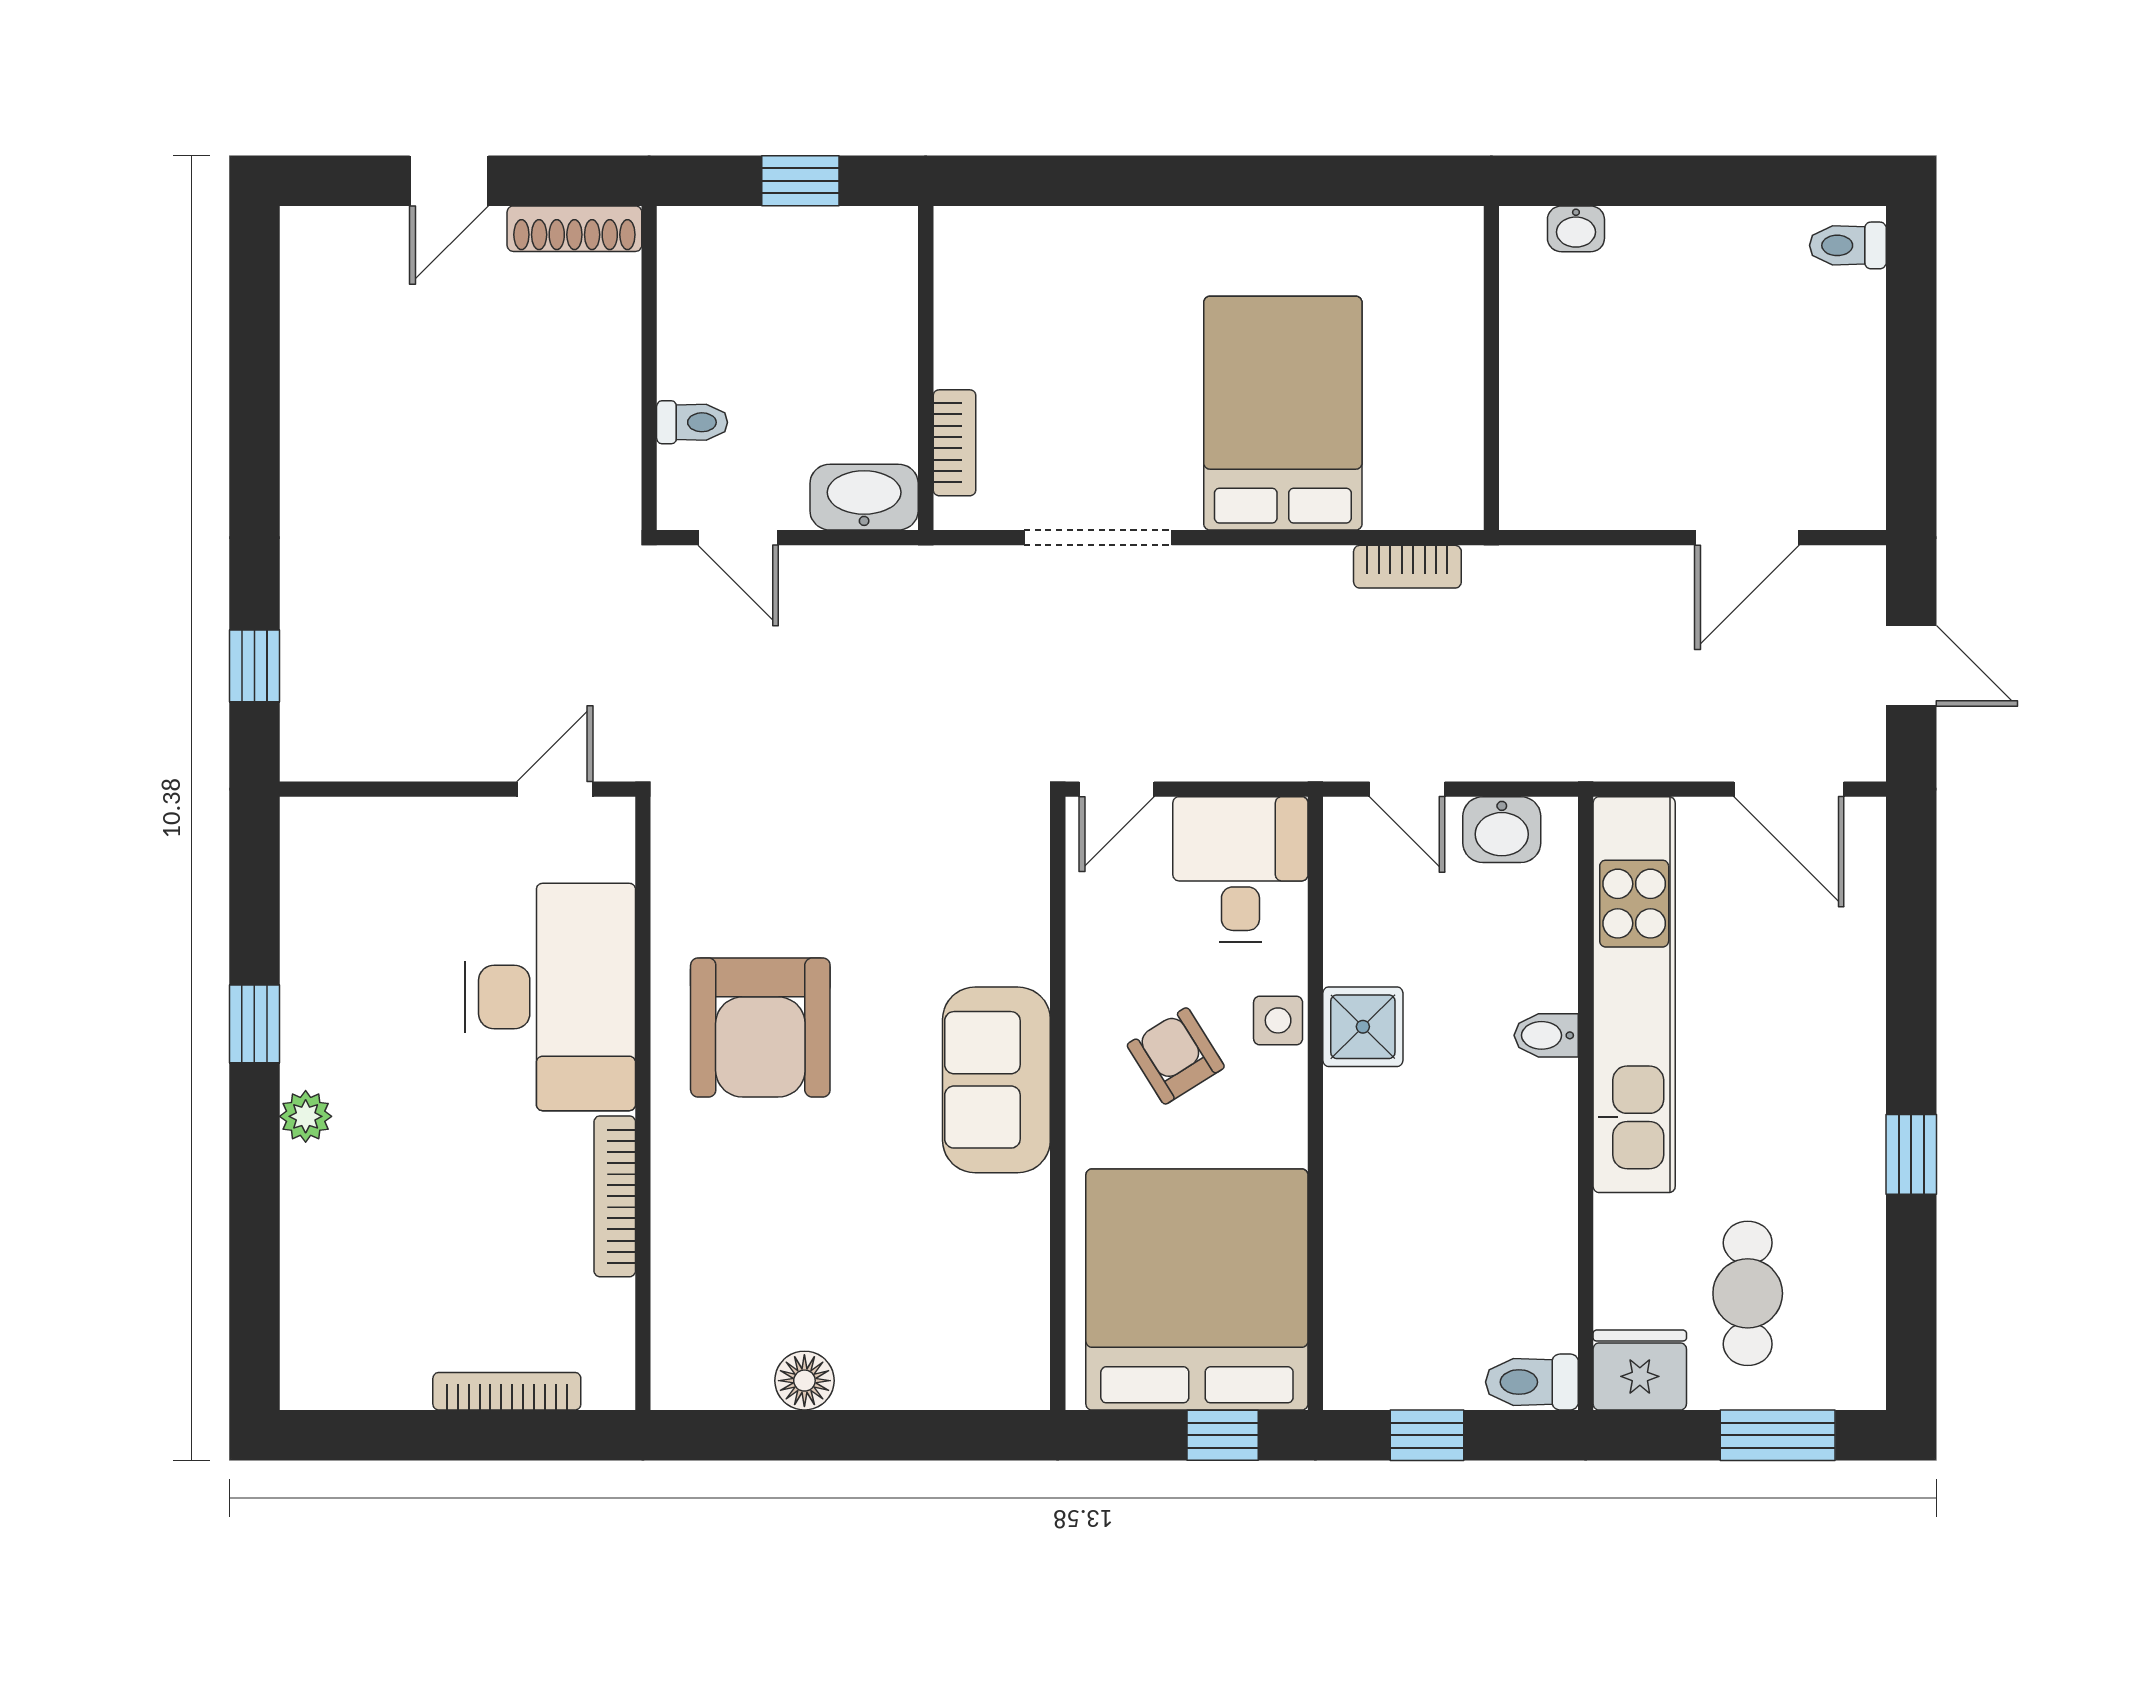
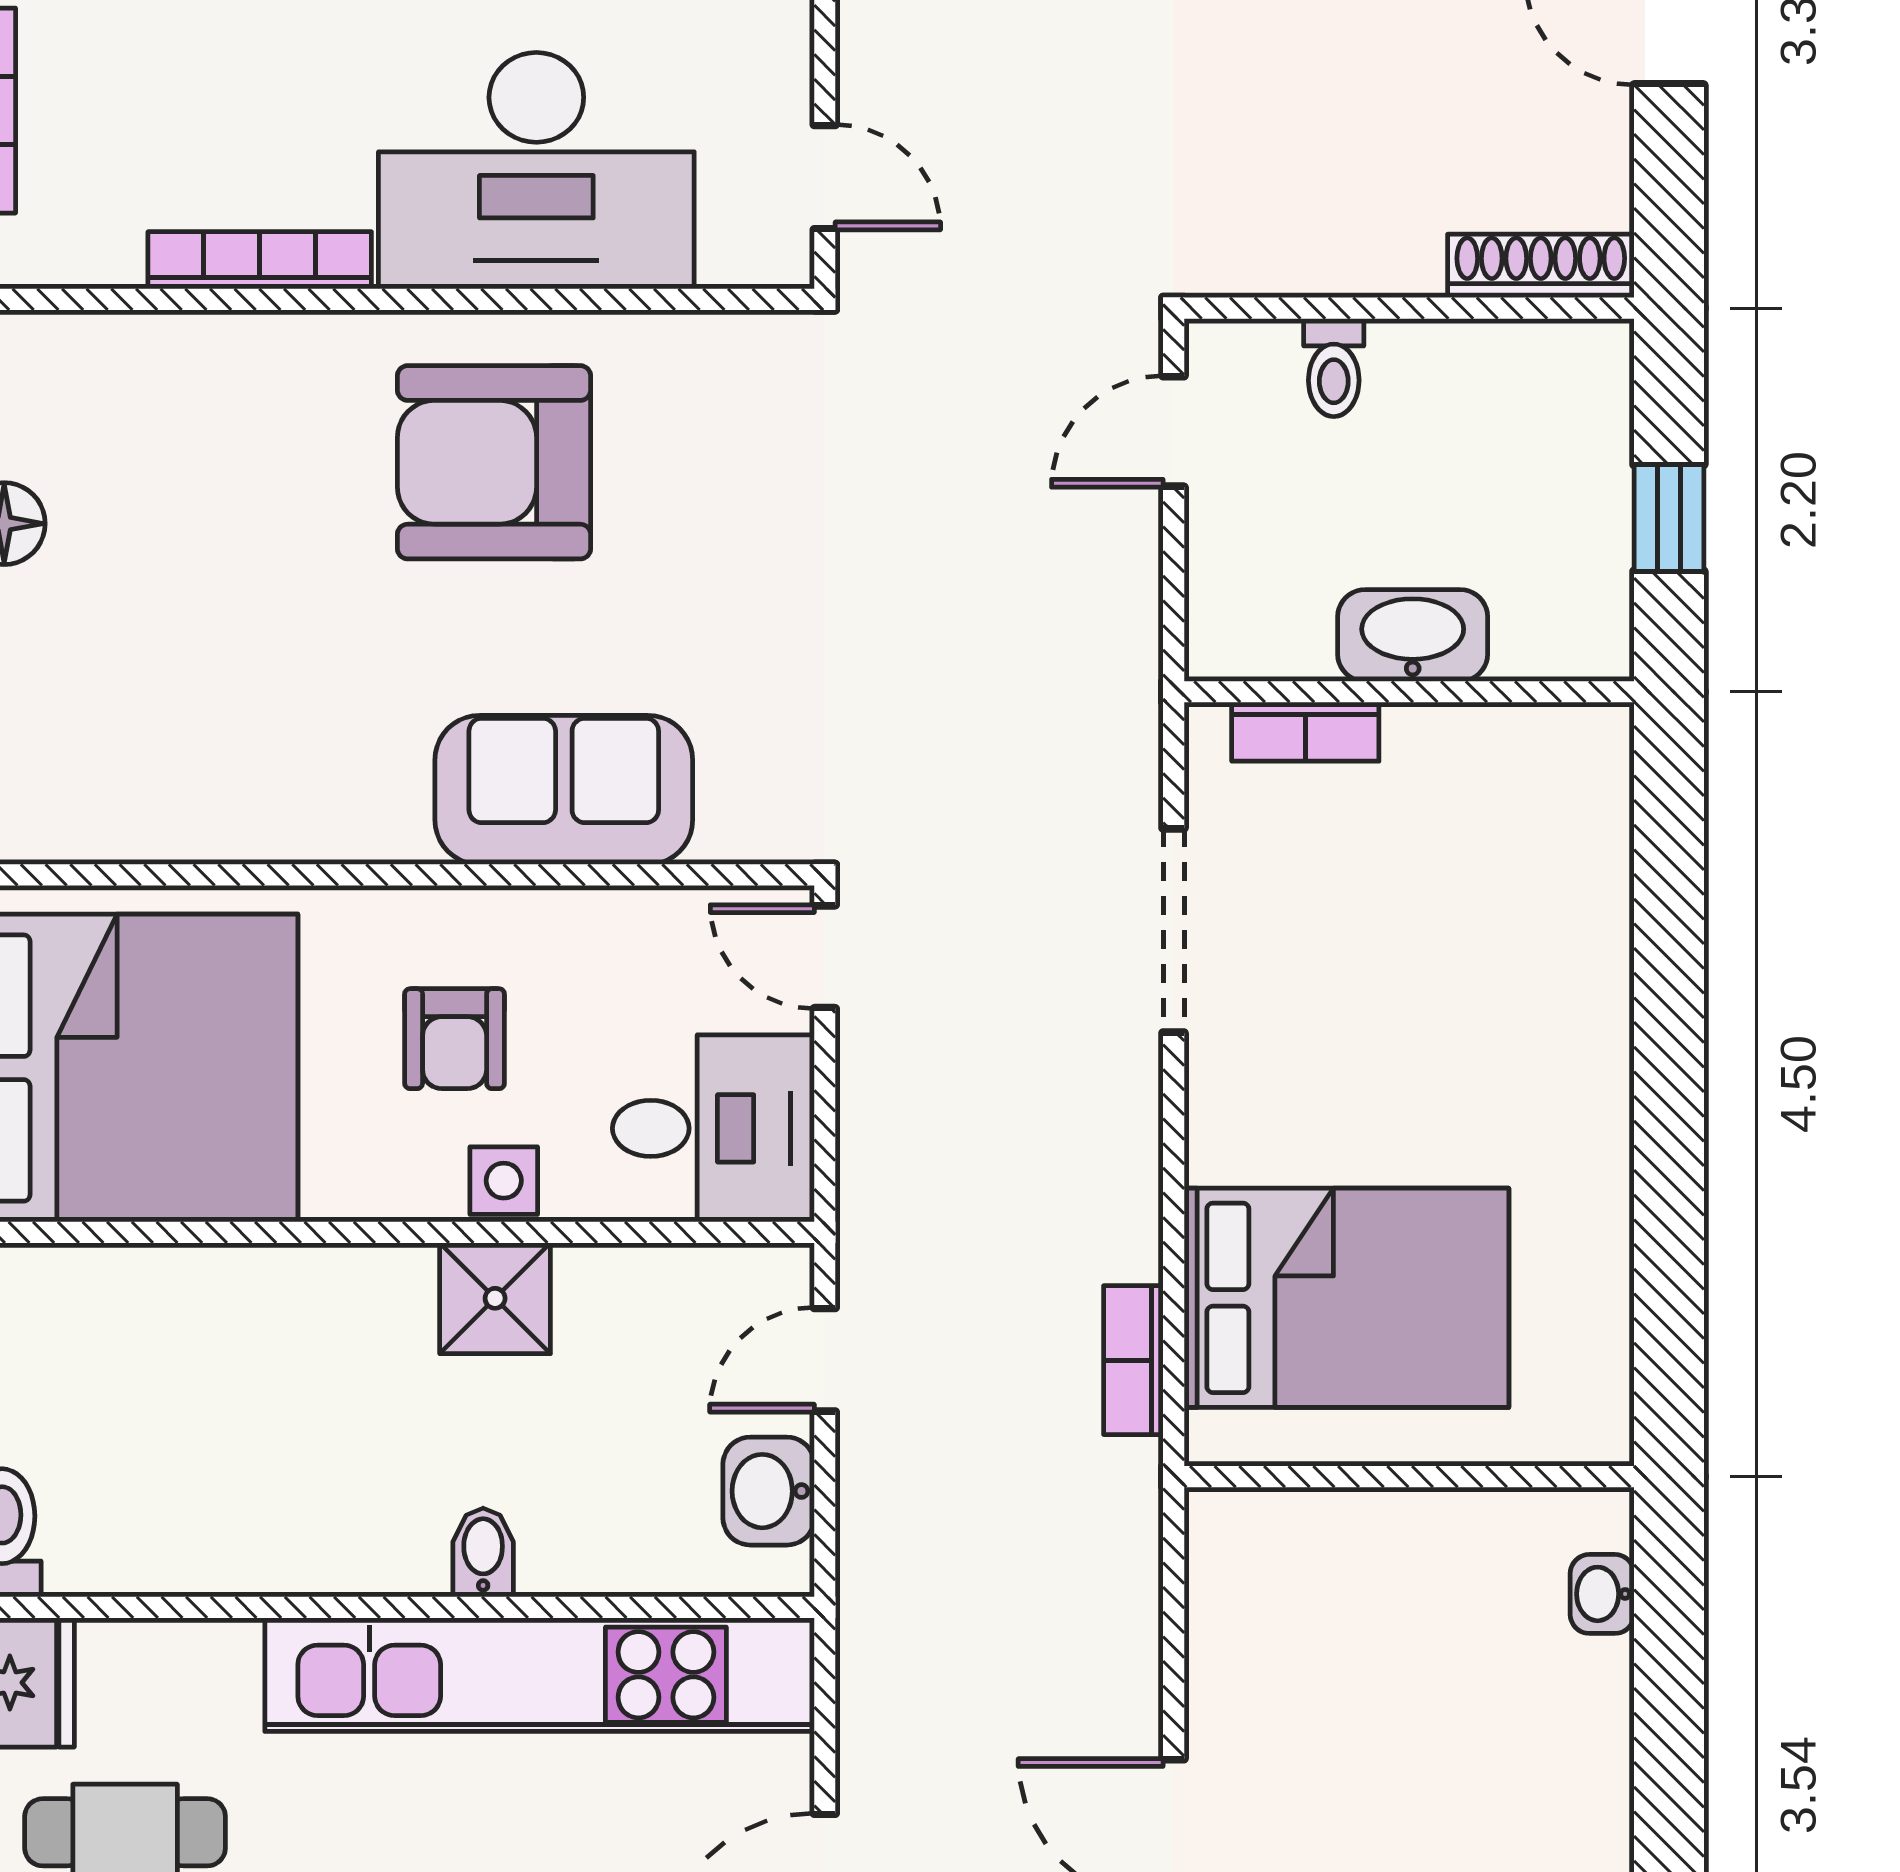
shoe rack: (574, 229) -> (1541, 266), moved, turned 90
bed: (1283, 413) -> (1346, 1298), moved
washbasin: (864, 497) -> (1413, 635), moved, turned -90
armchair: (1176, 1056) -> (455, 1039), turned 122
sofa: (996, 1080) -> (564, 790), moved

